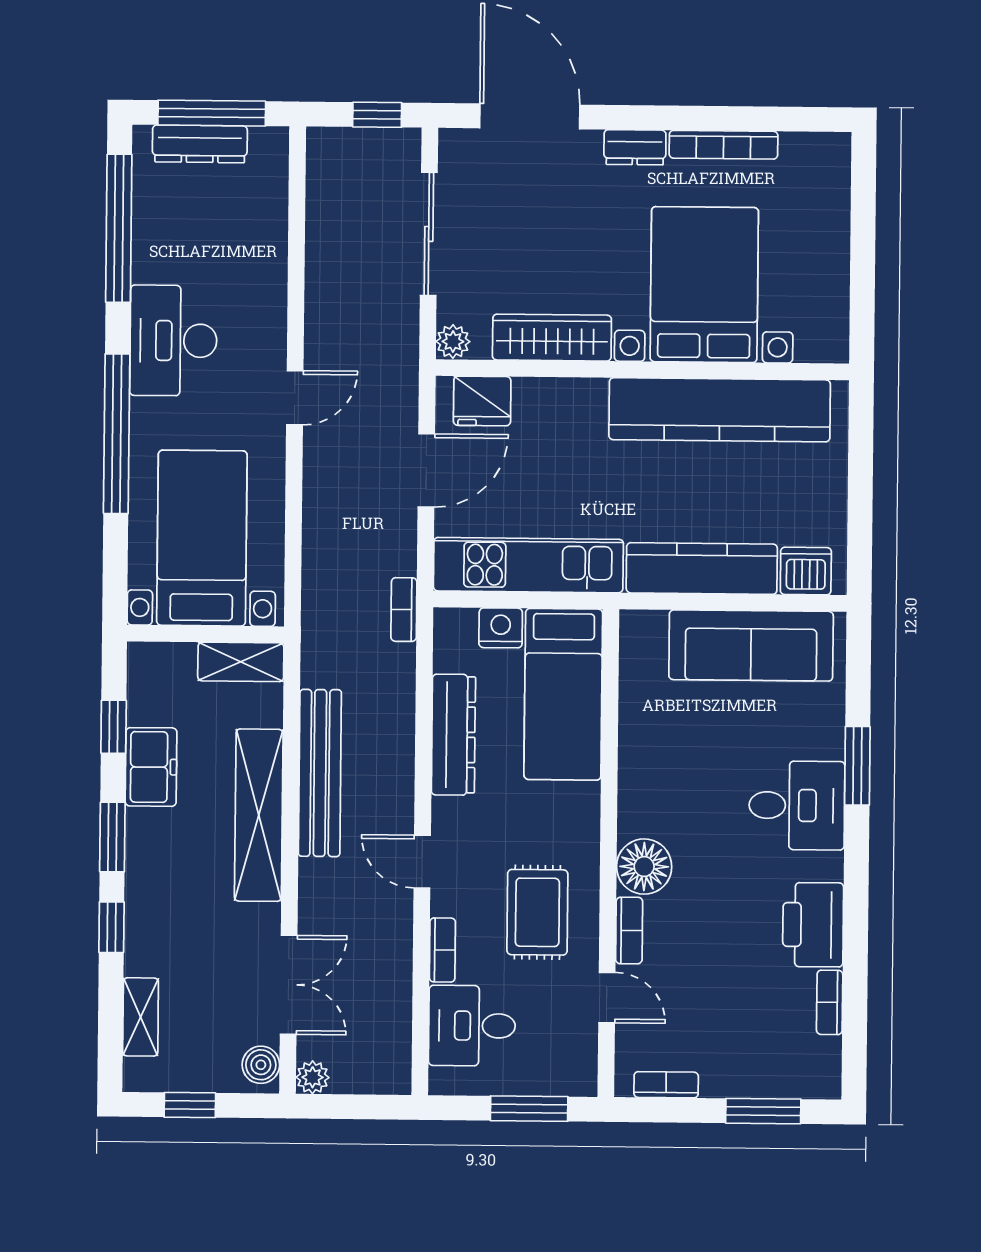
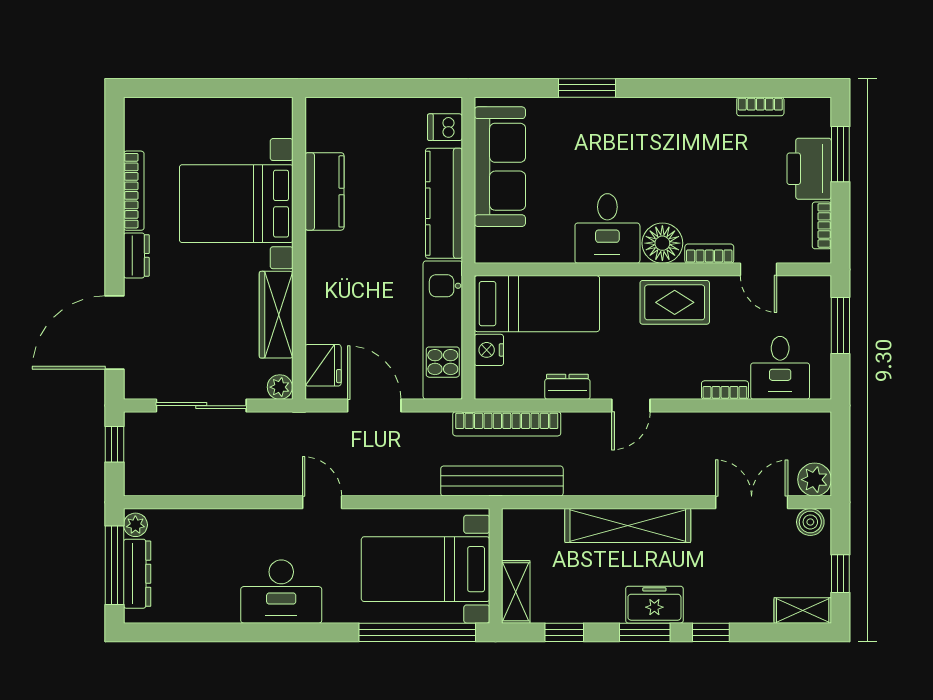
plant: (267, 142) -> (135, 525), added
window: (119, 228) -> (200, 632), removed
kitchen counter: (720, 410) -> (324, 191), width x0.48, depth x0.86
window: (117, 434) -> (417, 632), moved
dishwasher: (806, 571) -> (445, 127), width x0.73
bookcase: (404, 610) -> (507, 424), width x2.31, depth x1.31
shelving: (241, 662) -> (516, 592), moved
dresser: (453, 735) -> (567, 387), width x0.51, depth x0.80
freezer: (151, 767) -> (654, 605), moved
bench: (320, 773) -> (502, 481), moved
desk: (797, 805) -> (607, 228), moved, turned 180
door: (422, 862) -> (631, 406), moved
rug: (537, 912) -> (675, 302), moved
printer: (813, 925) -> (809, 169), moved, turned 90
door: (607, 998) -> (758, 269), swing flipped
shelving: (141, 1017) -> (803, 610), moved
plant: (313, 1077) -> (815, 480), width x1.38, depth x1.38

